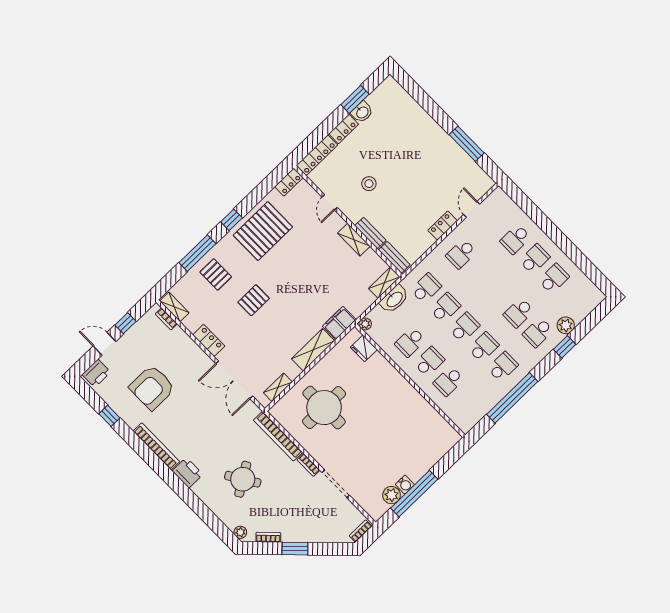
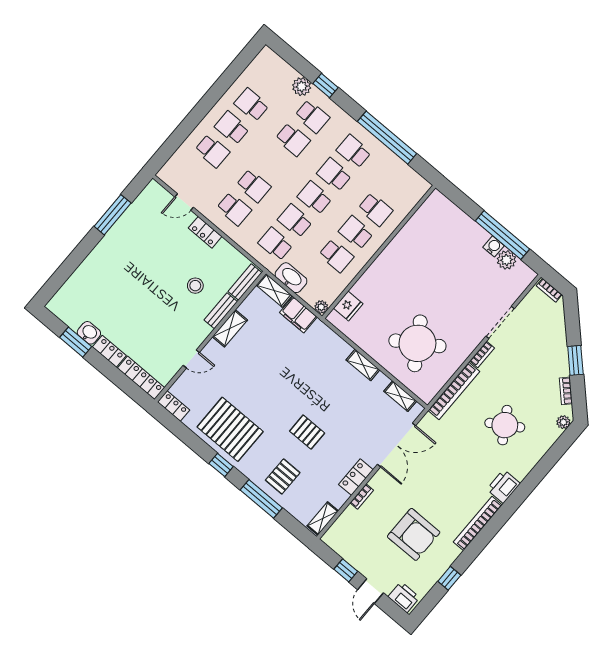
stool: (369, 184) -> (195, 286), moved
school desk: (480, 273) -> (254, 186), added
bookcase: (166, 319) -> (362, 497), moved
filing cabinet: (339, 323) -> (298, 315), moved
shelving: (313, 350) -> (363, 365), width x0.67, depth x0.75
round table: (324, 408) -> (417, 343), turned -33

